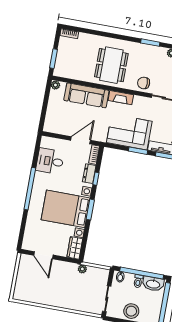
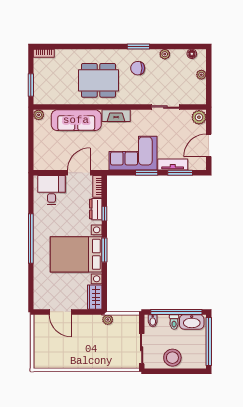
dining table: (111, 65) -> (99, 80), turned 90
chair: (144, 83) -> (138, 68), moved
desk: (50, 161) -> (52, 190), moved, turned 90

